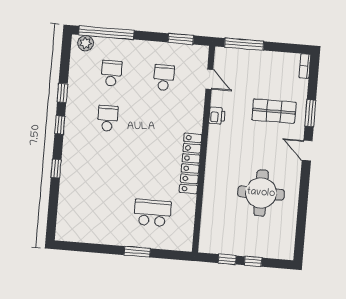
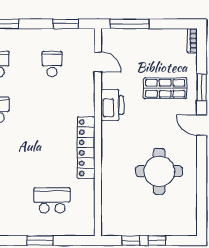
printer: (217, 116) -> (112, 105), width x1.87, depth x1.48

